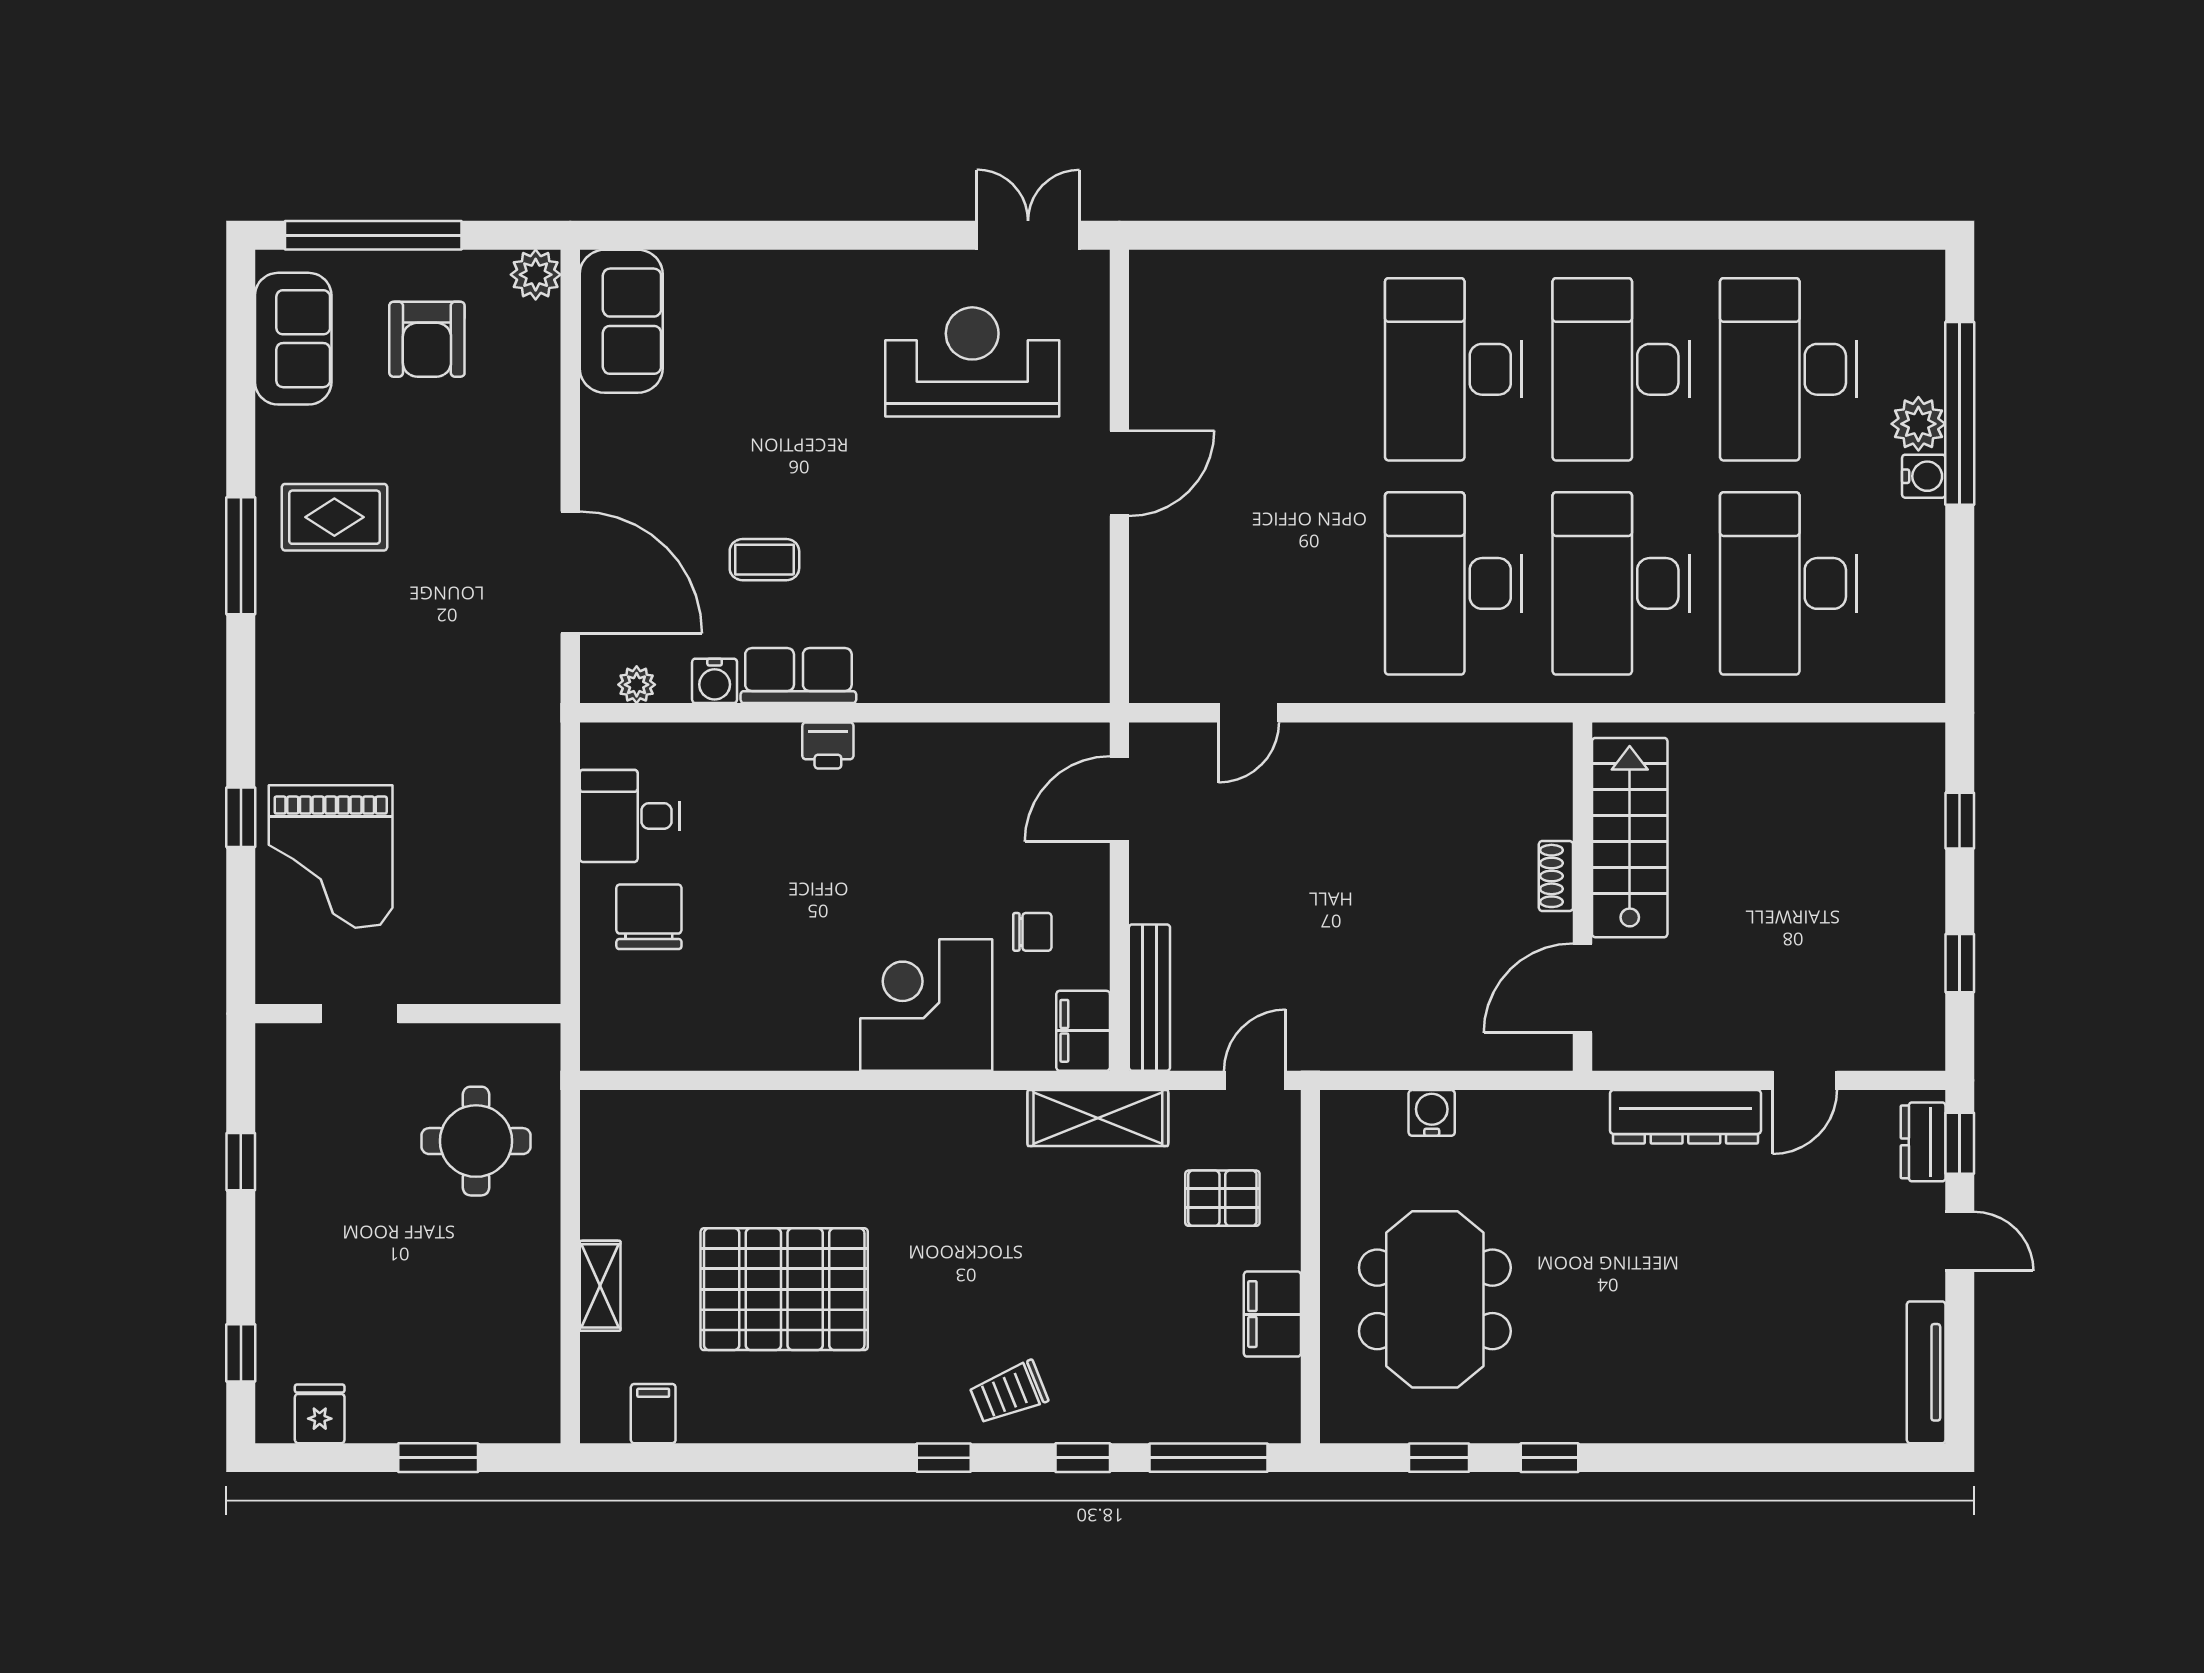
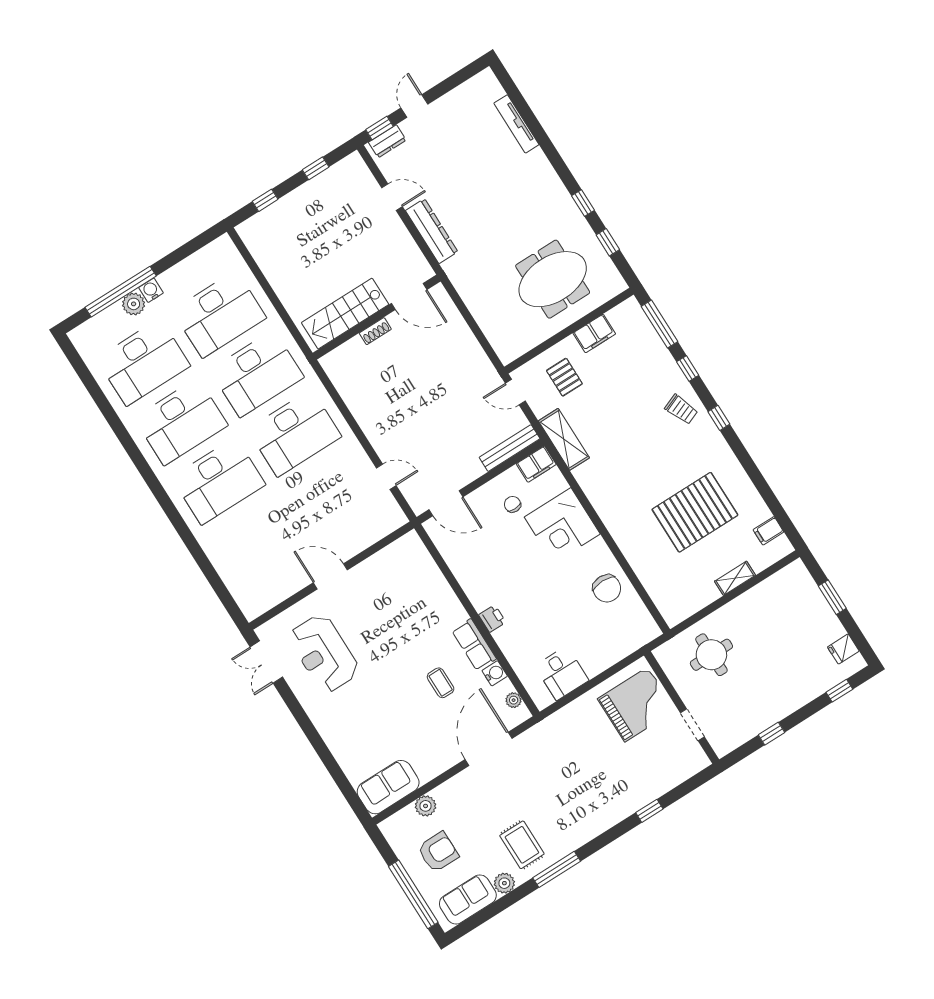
plant: (536, 275) -> (426, 806), moved
plant: (280, 433) -> (504, 883), added
grand piano: (331, 856) -> (636, 704), moved
chair: (649, 917) -> (607, 588), moved, turned -90
water cooler: (1432, 1113) -> (487, 322), removed
pallet: (784, 1289) -> (695, 512), turned 90
tv unit: (1926, 1372) -> (516, 124), moved, turned 90

